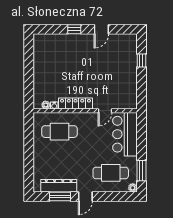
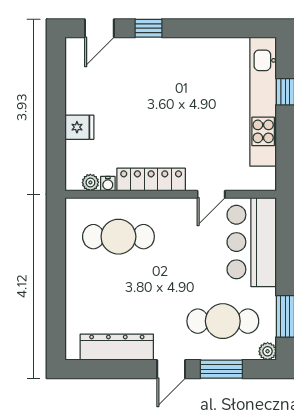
door: (101, 29) -> (99, 28), moved
kitchen unit: (130, 65) -> (263, 102), added
fridge: (40, 78) -> (79, 127), added
window: (60, 197) -> (221, 369), moved

